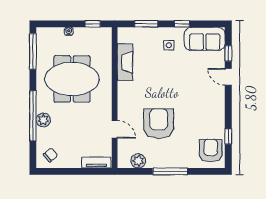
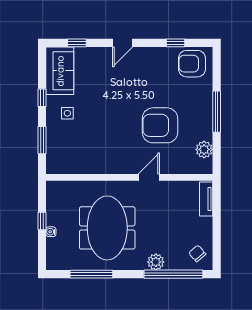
window: (93, 24) -> (42, 221), moved
window: (33, 51) -> (91, 274), moved
fireplace: (125, 62) -> (87, 165), removed
door: (228, 77) -> (123, 43), moved
window: (33, 116) -> (173, 274), moved
door: (115, 129) -> (149, 177), moved

